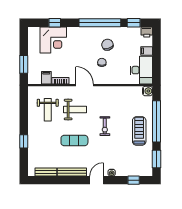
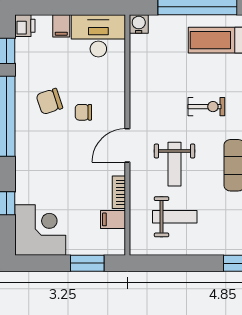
corner desk: (53, 40) -> (40, 230), moved
weight bench: (75, 110) -> (175, 164), turned 180

